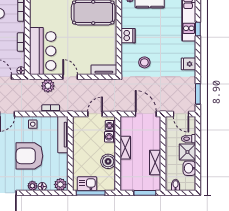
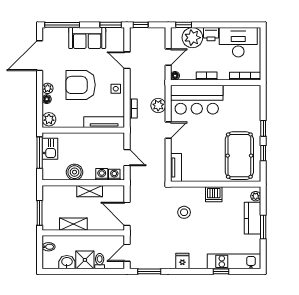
door: (146, 114) -> (127, 214), swing flipped
armchair: (29, 156) -> (81, 85), turned -90

